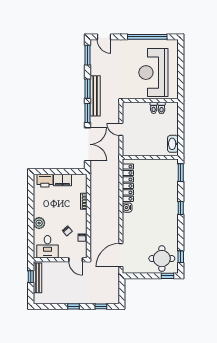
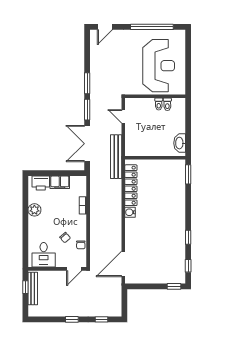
door: (104, 37) -> (105, 27), hinge flipped
window: (87, 55) -> (87, 47), removed
reception desk: (153, 73) -> (159, 66), turned 180
bench: (95, 96) -> (116, 157), moved
door: (121, 129) -> (123, 116), moved
double door: (87, 144) -> (87, 144), swing flipped
window: (181, 208) -> (188, 237), moved
plant: (39, 223) -> (34, 210), moved
round table: (162, 259) -> (168, 268), removed
door: (76, 260) -> (74, 269), hinge flipped

